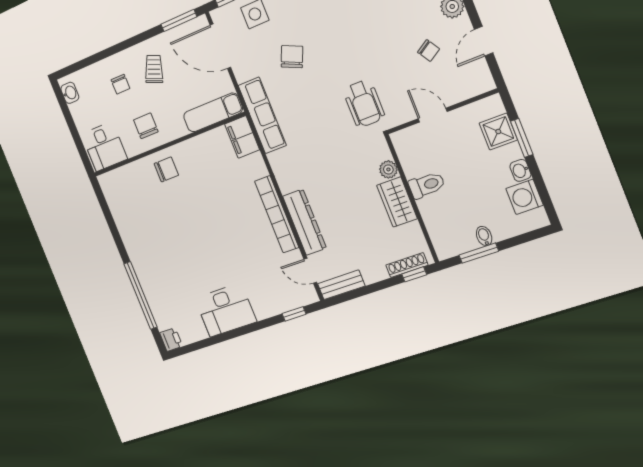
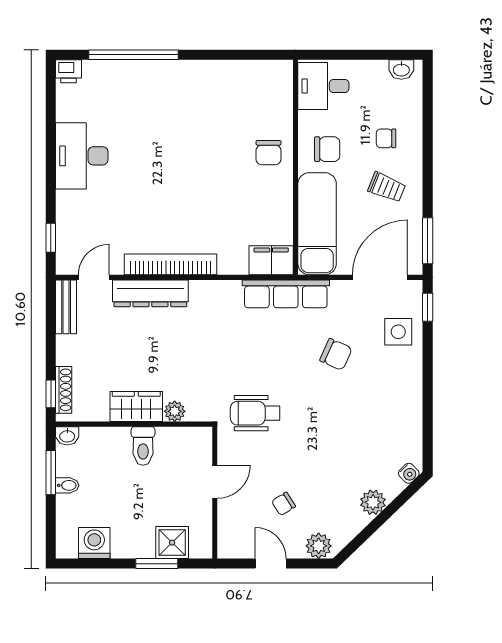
exam couch: (213, 112) -> (317, 224), width x1.36, depth x1.45
washbasin: (520, 170) -> (67, 436), moved, turned 180

